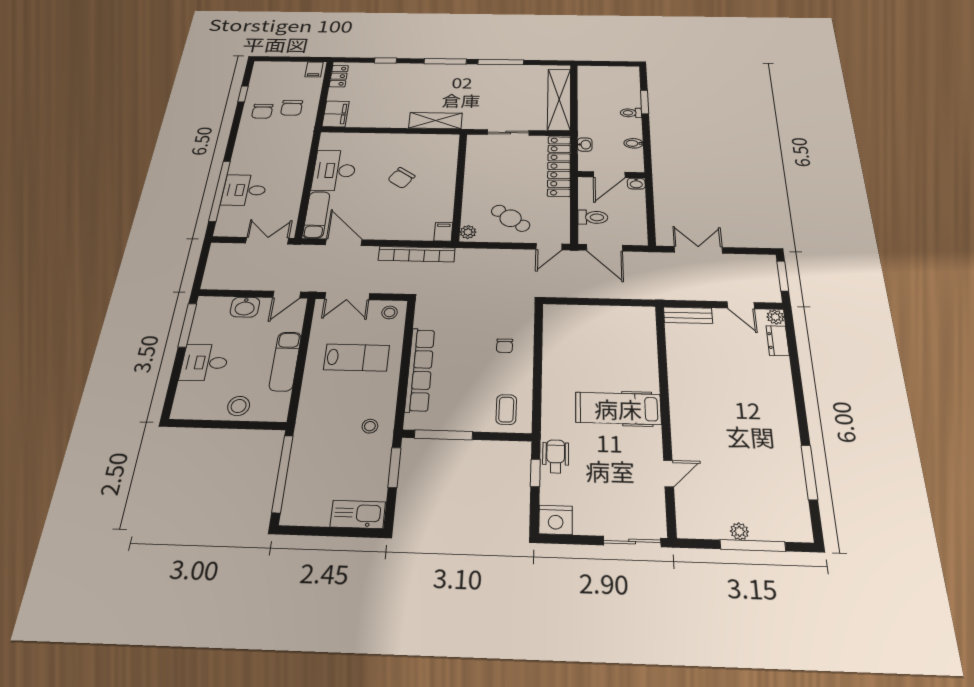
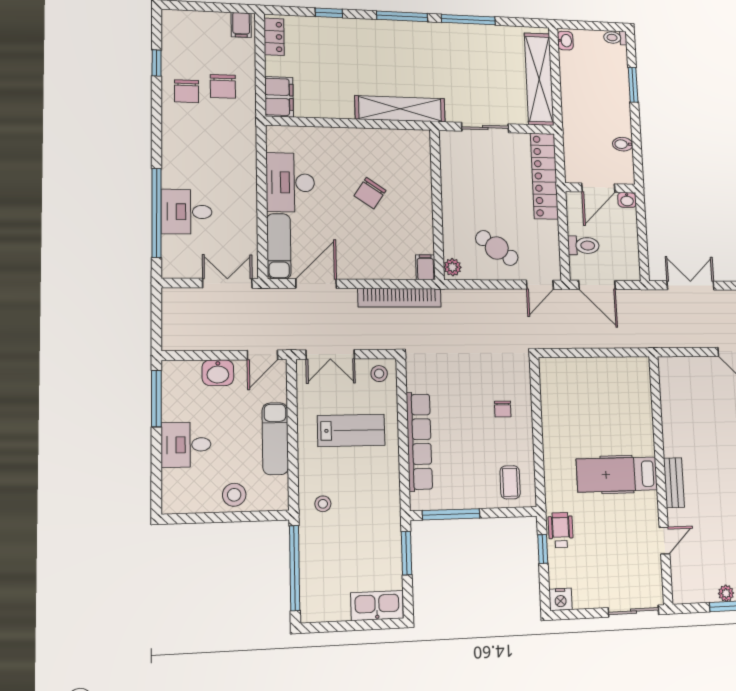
toilet: (631, 113) -> (615, 38), moved
shelving: (435, 121) -> (400, 109), width x1.47
washbasin: (585, 145) -> (565, 41), moved
door: (344, 242) -> (316, 284), hinge flipped
bench: (688, 315) -> (674, 483), moved, turned 90
stool: (370, 426) -> (323, 504), moved
nightstand: (556, 520) -> (561, 599), width x0.74, depth x0.75

